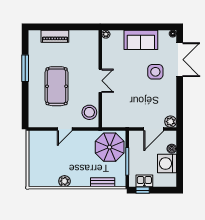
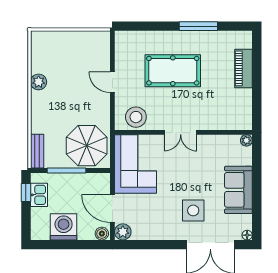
corner sofa: (122, 113) -> (136, 164), added
boiler: (172, 149) -> (102, 234), moved
bench: (103, 182) -> (37, 151), moved

